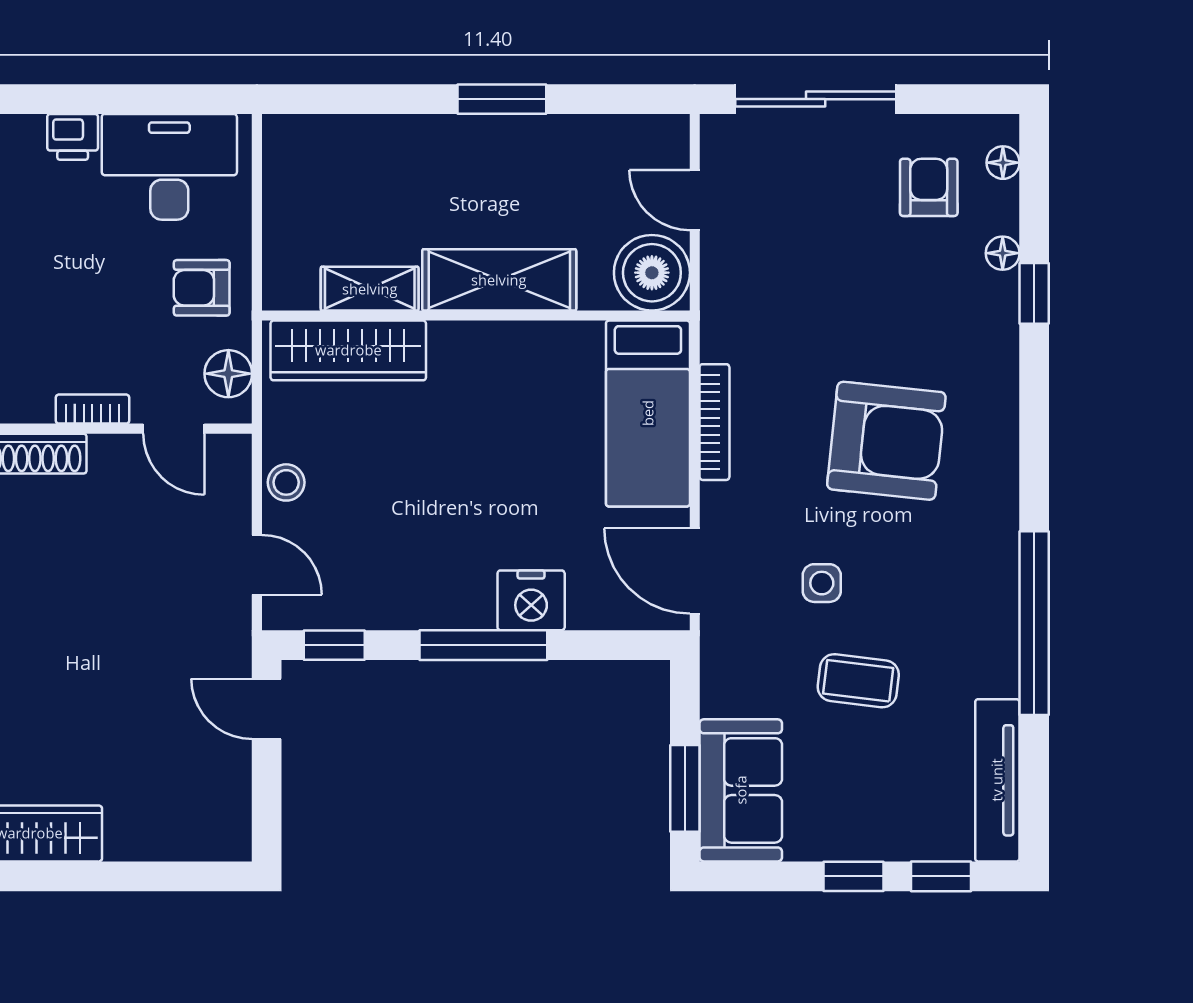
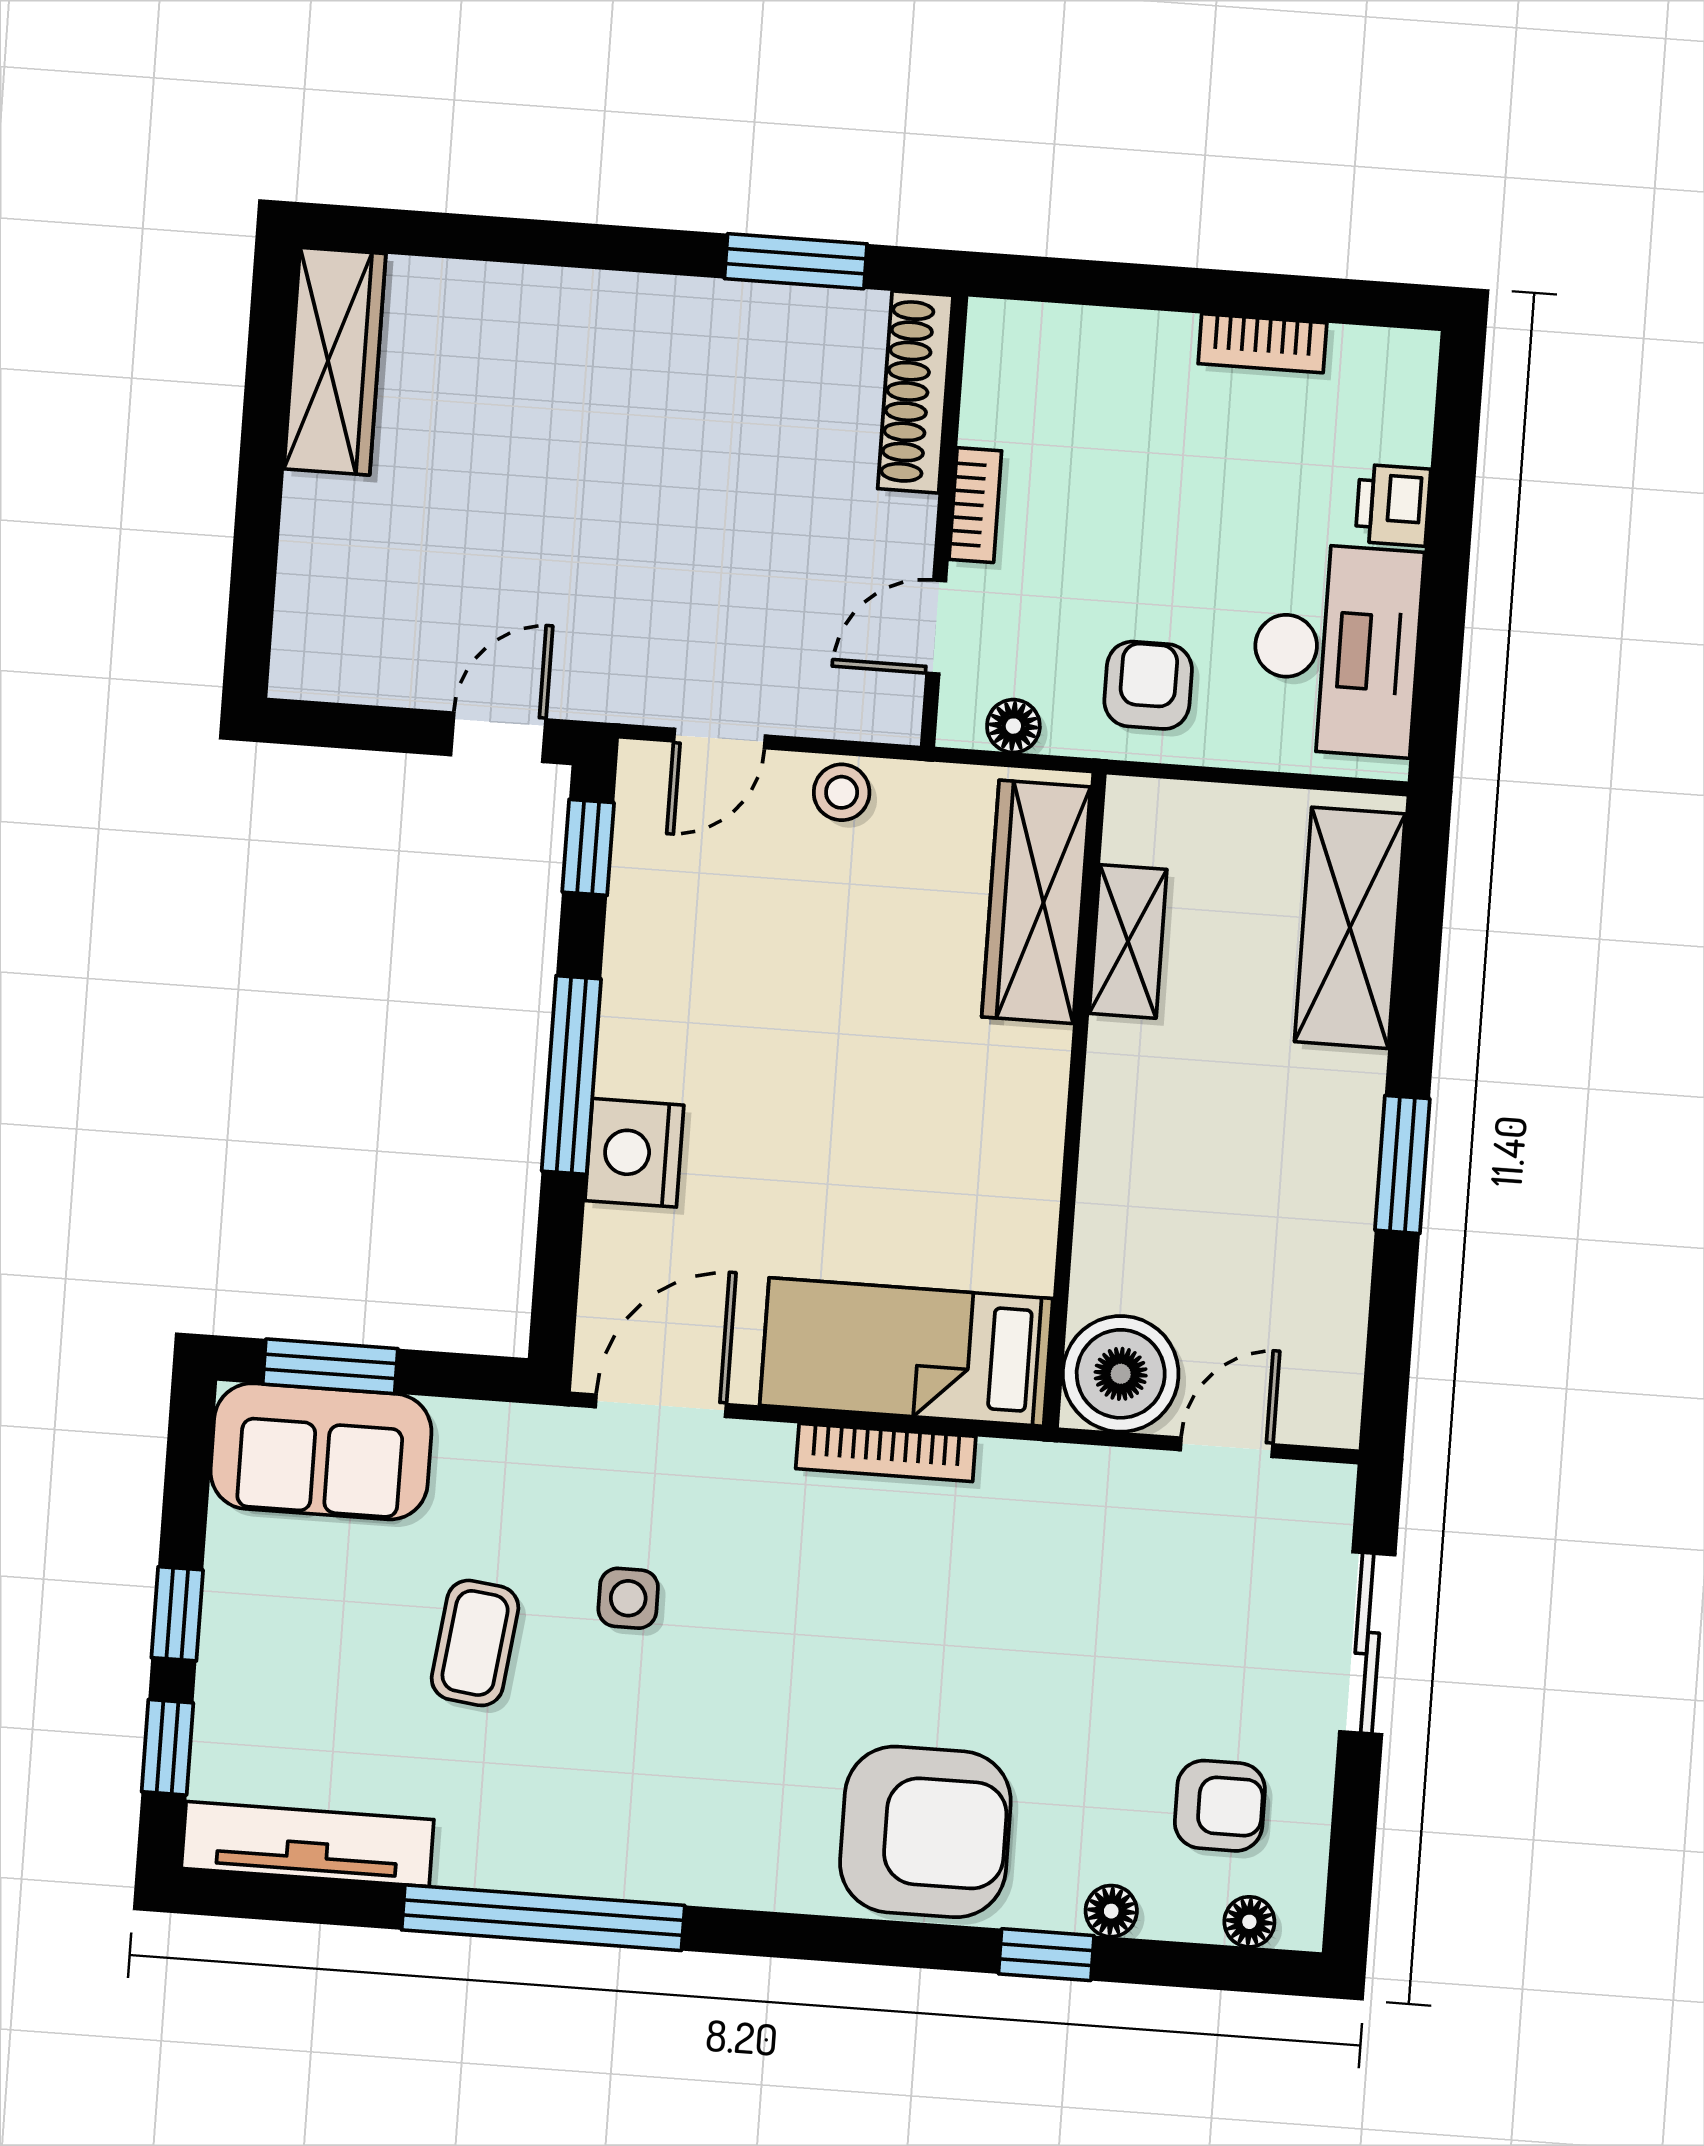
sliding door: (816, 99) -> (1367, 1643), width x0.73
shelving: (499, 280) -> (1350, 928), moved
floor lamp: (228, 374) -> (1013, 726), width x0.73, depth x0.73
armchair: (886, 441) -> (925, 1832), moved, turned -96

